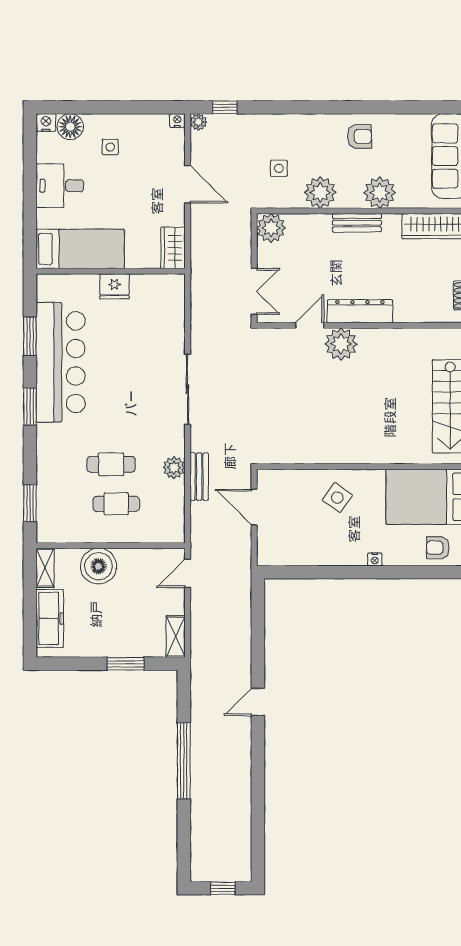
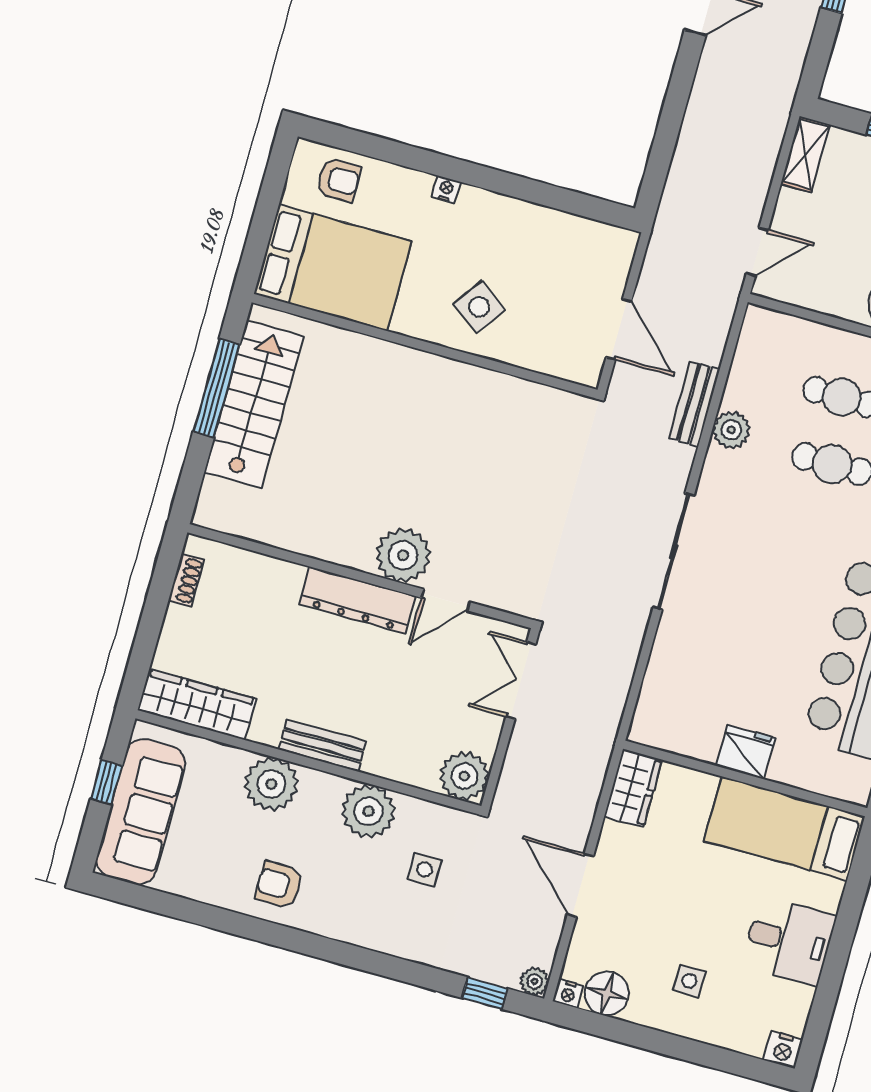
floor lamp: (70, 127) -> (607, 993), moved

